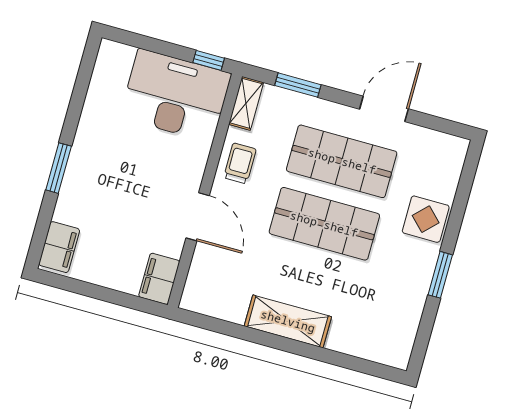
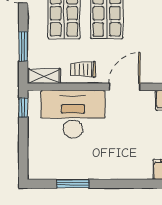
desk: (175, 96) -> (73, 114), moved, turned 90
window: (59, 168) -> (73, 184), moved

